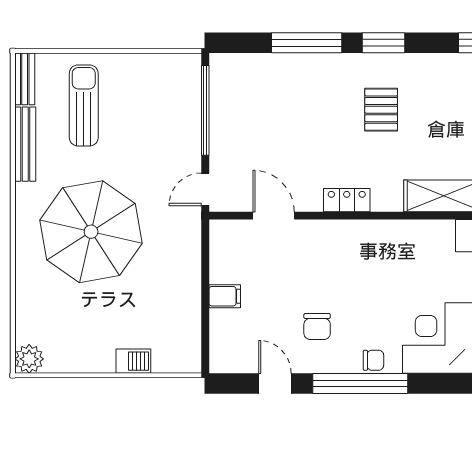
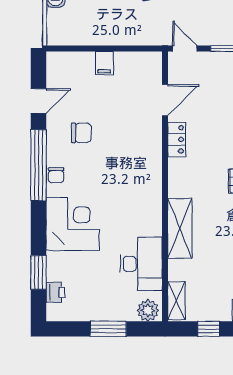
locker: (347, 200) -> (177, 139), moved
chair: (317, 327) -> (81, 133), turned 180

